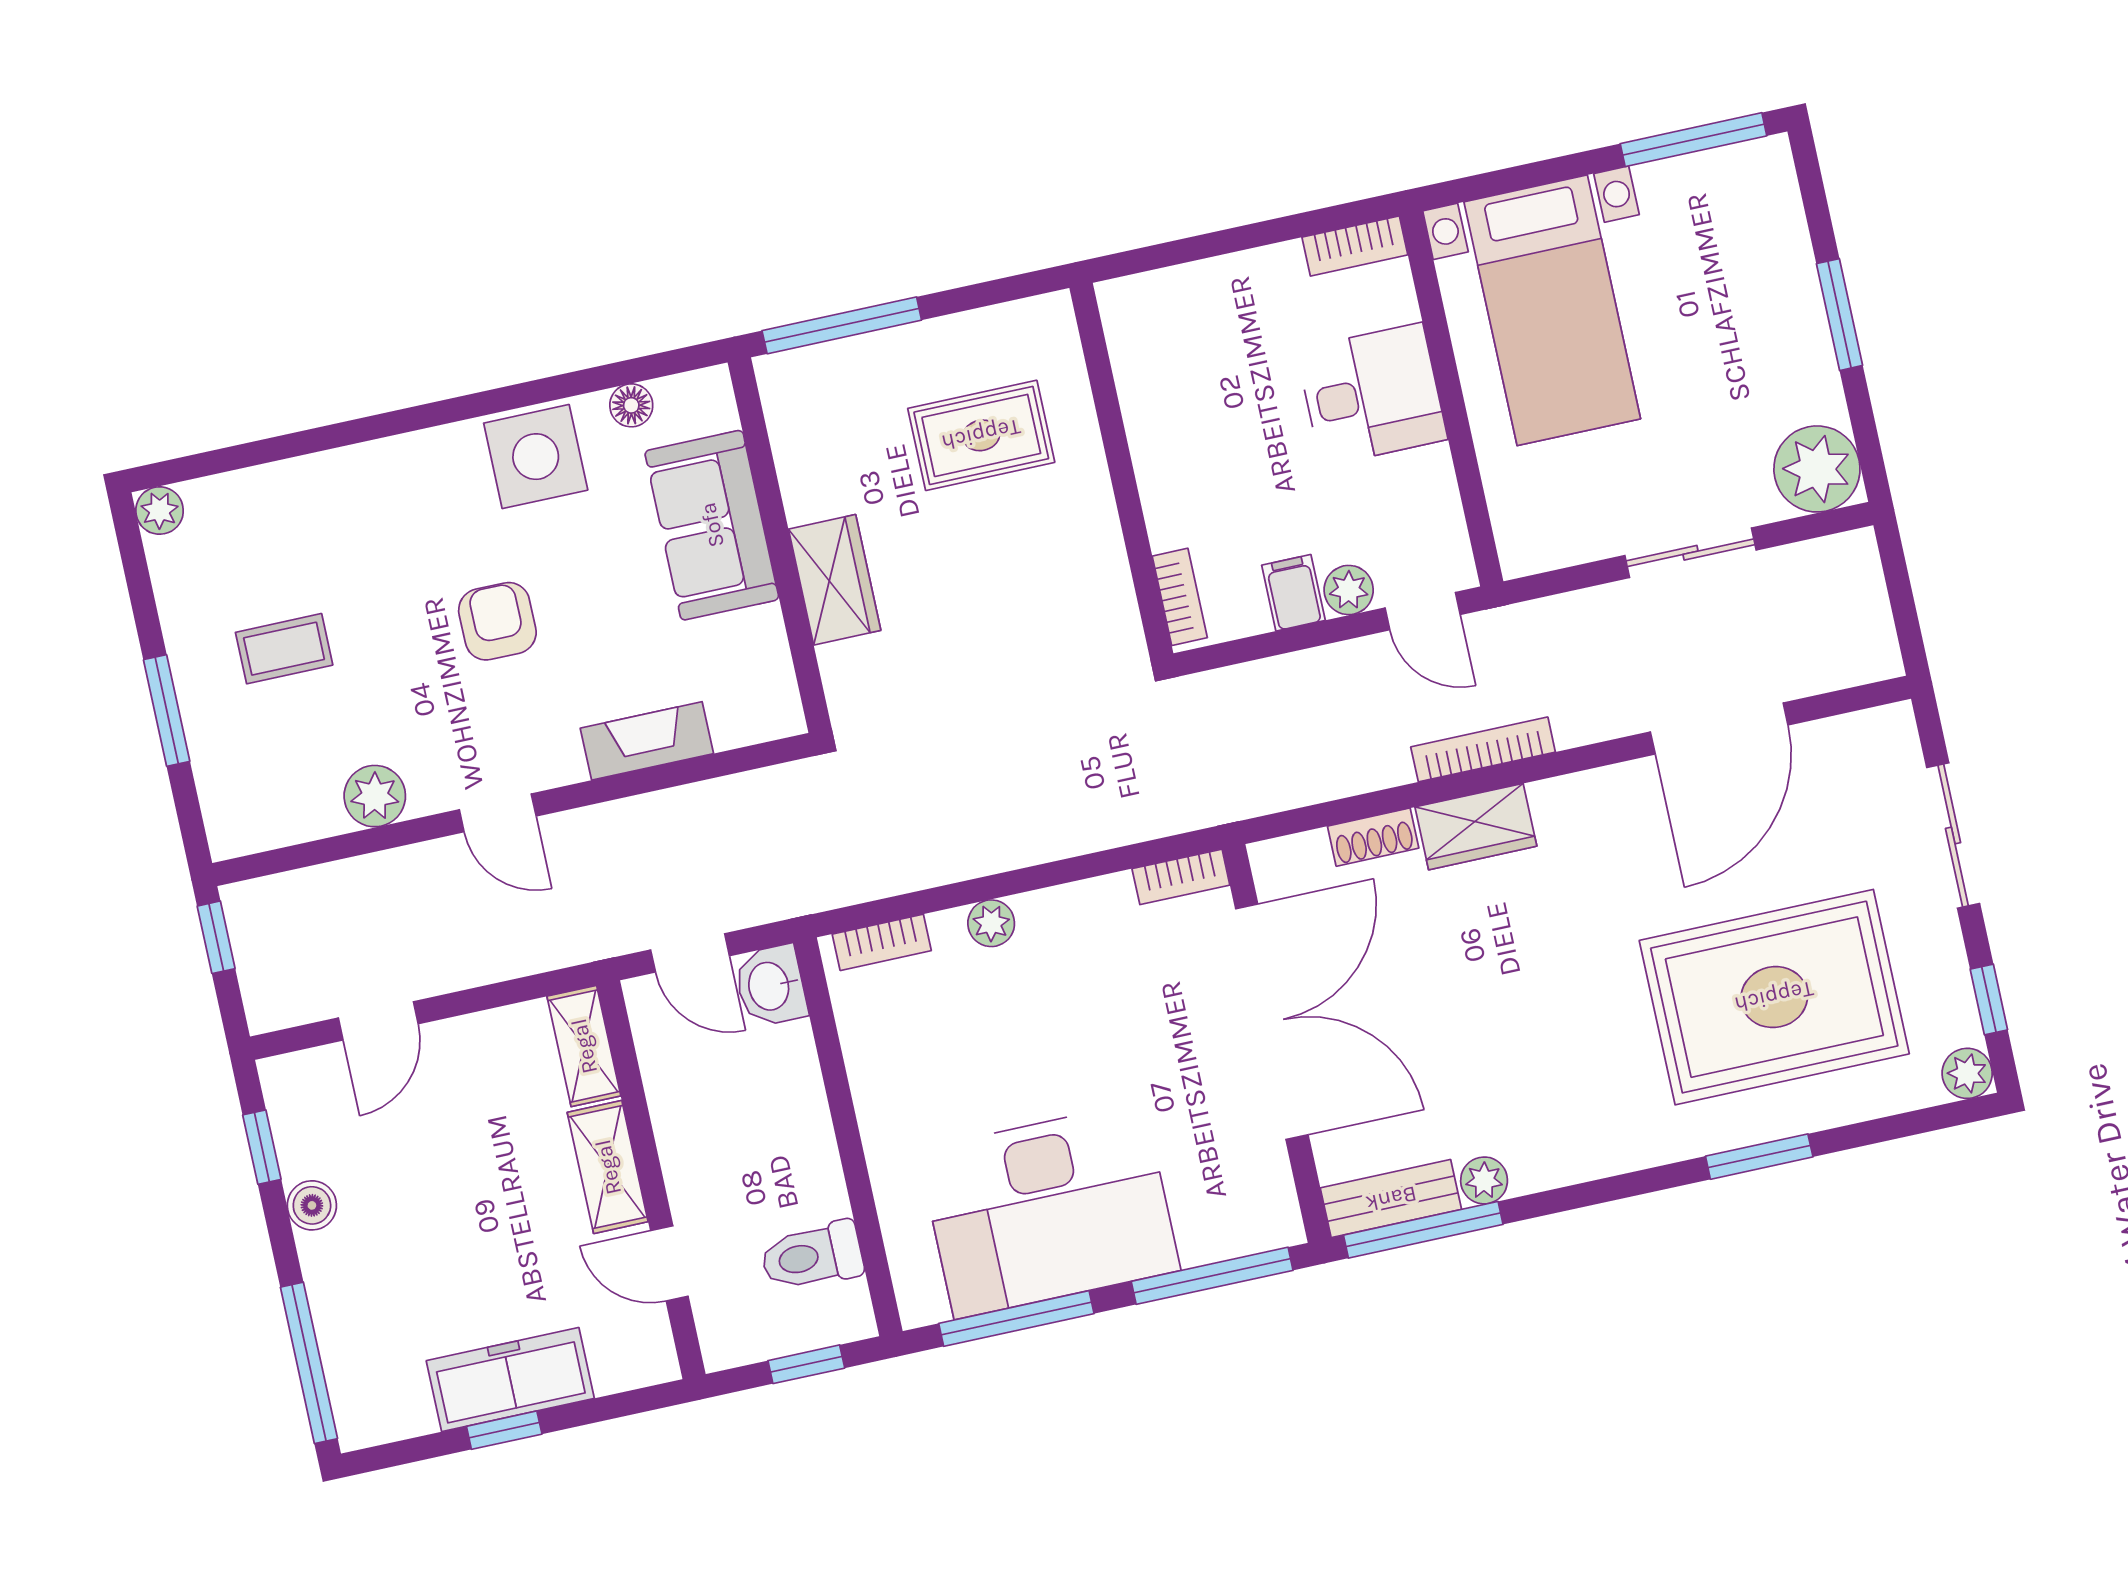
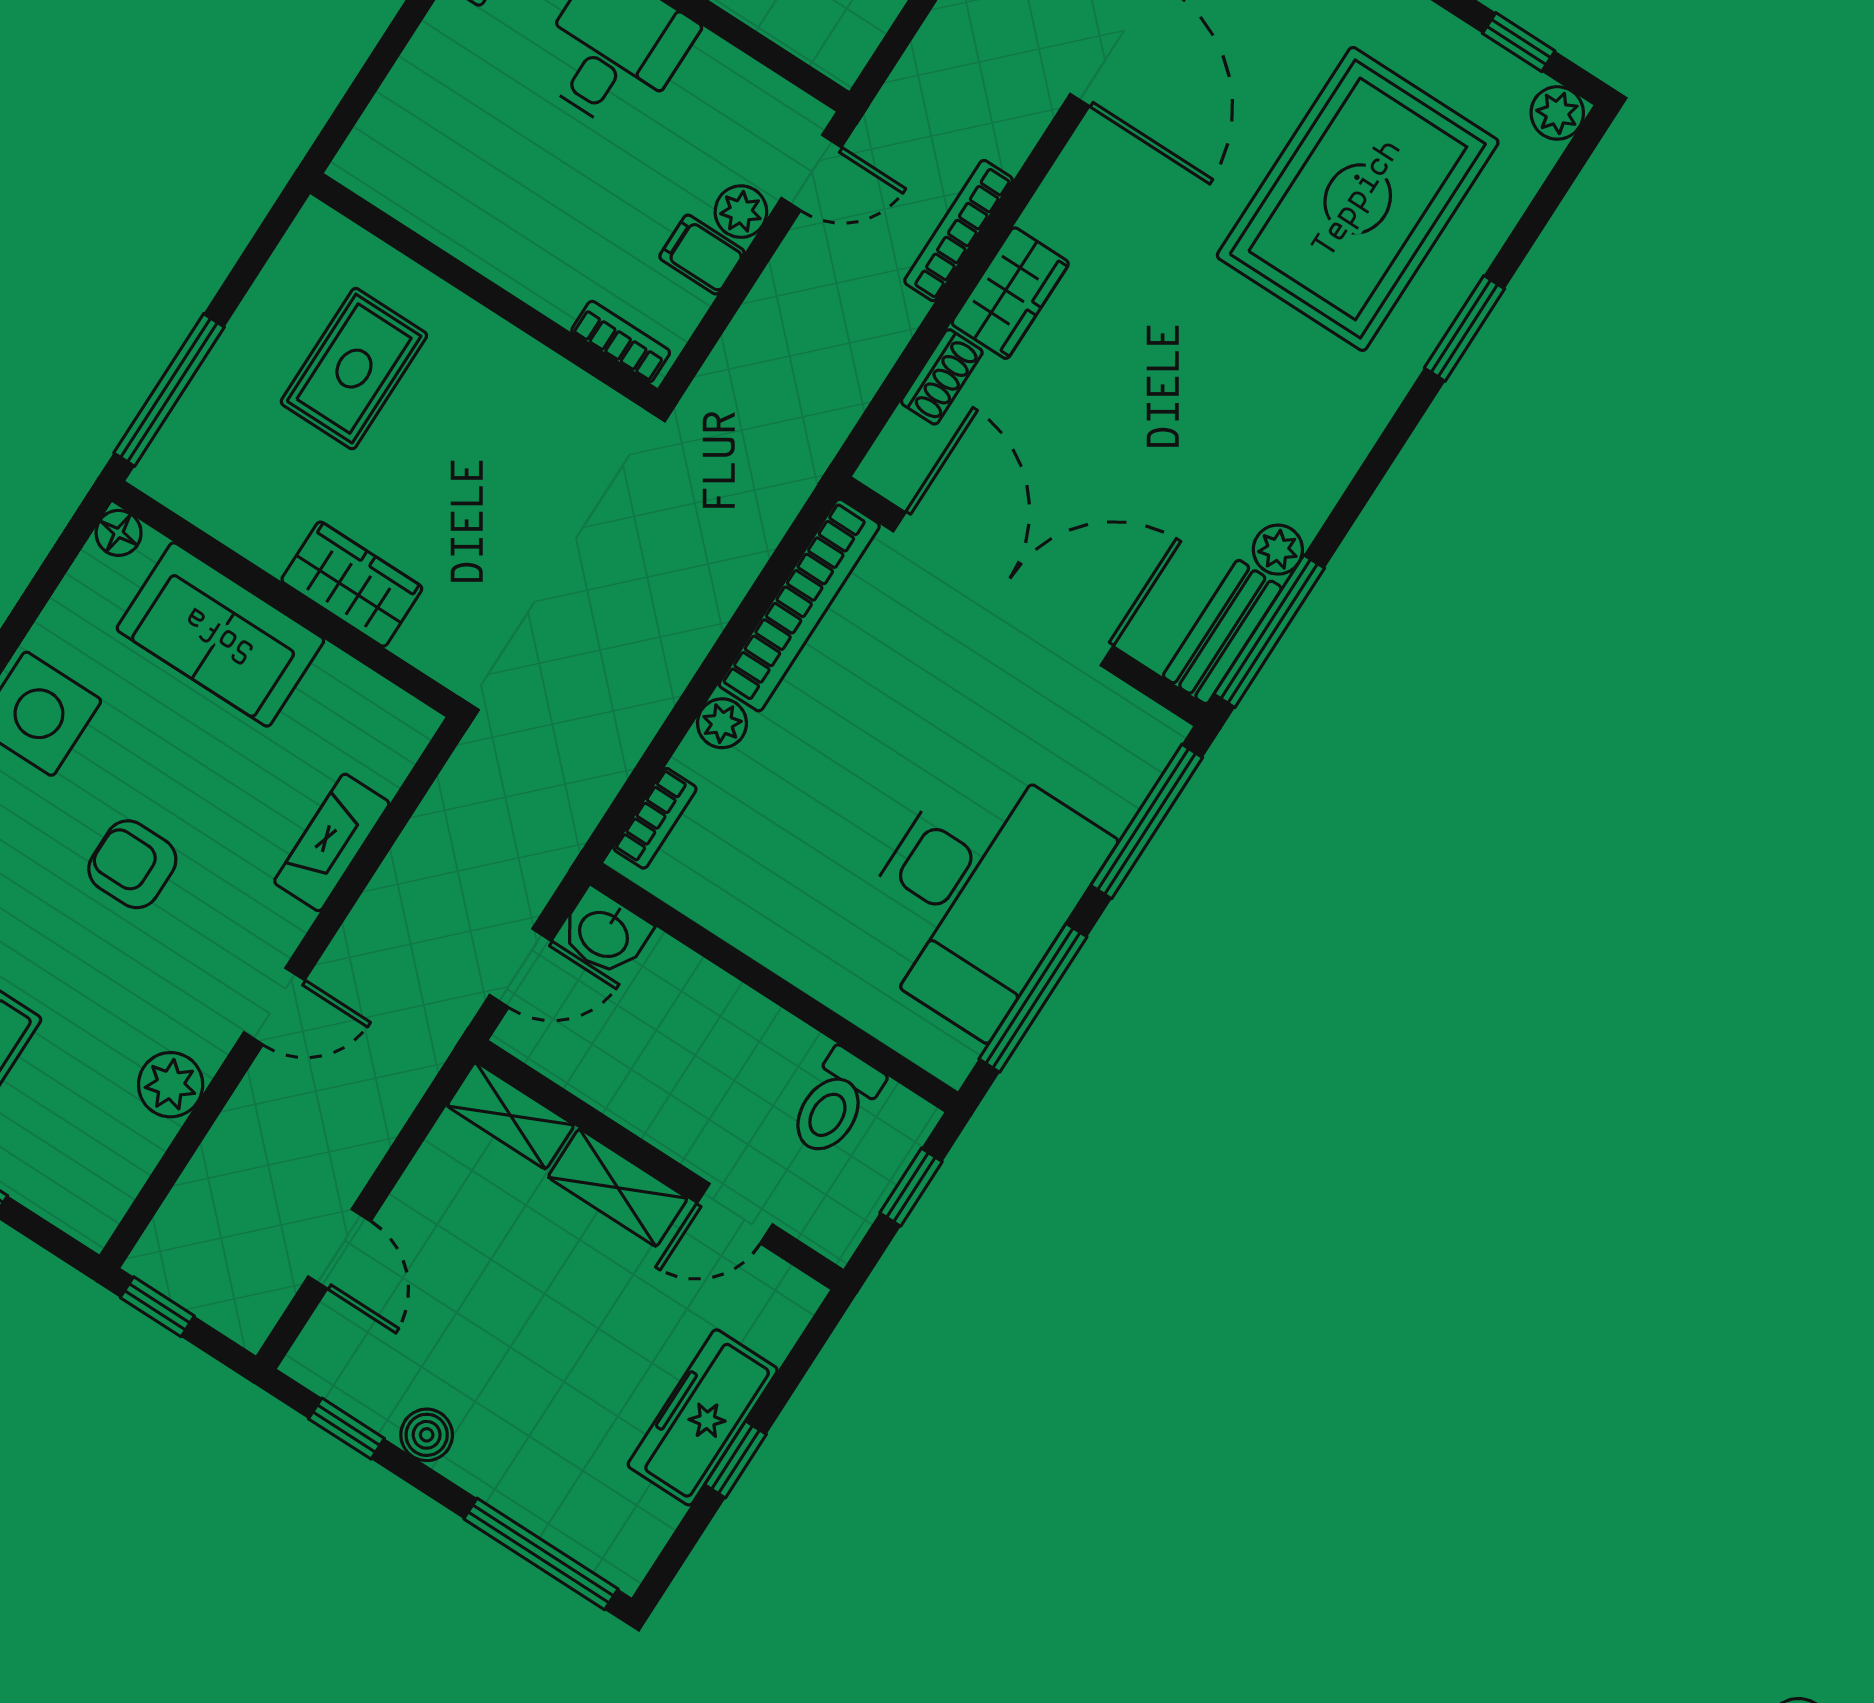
floor lamp: (631, 405) -> (119, 533), moved
bookcase: (1181, 877) -> (799, 605), width x2.31, depth x1.31

